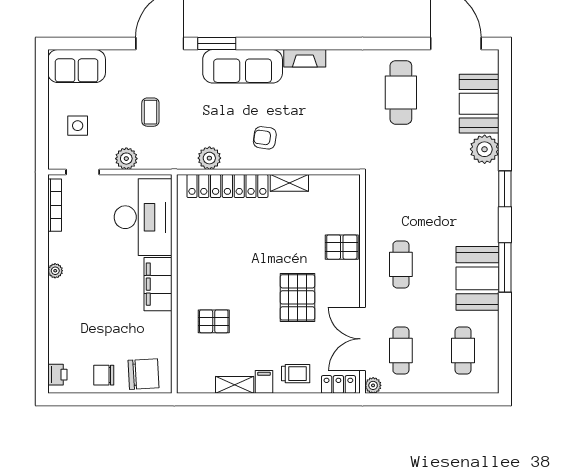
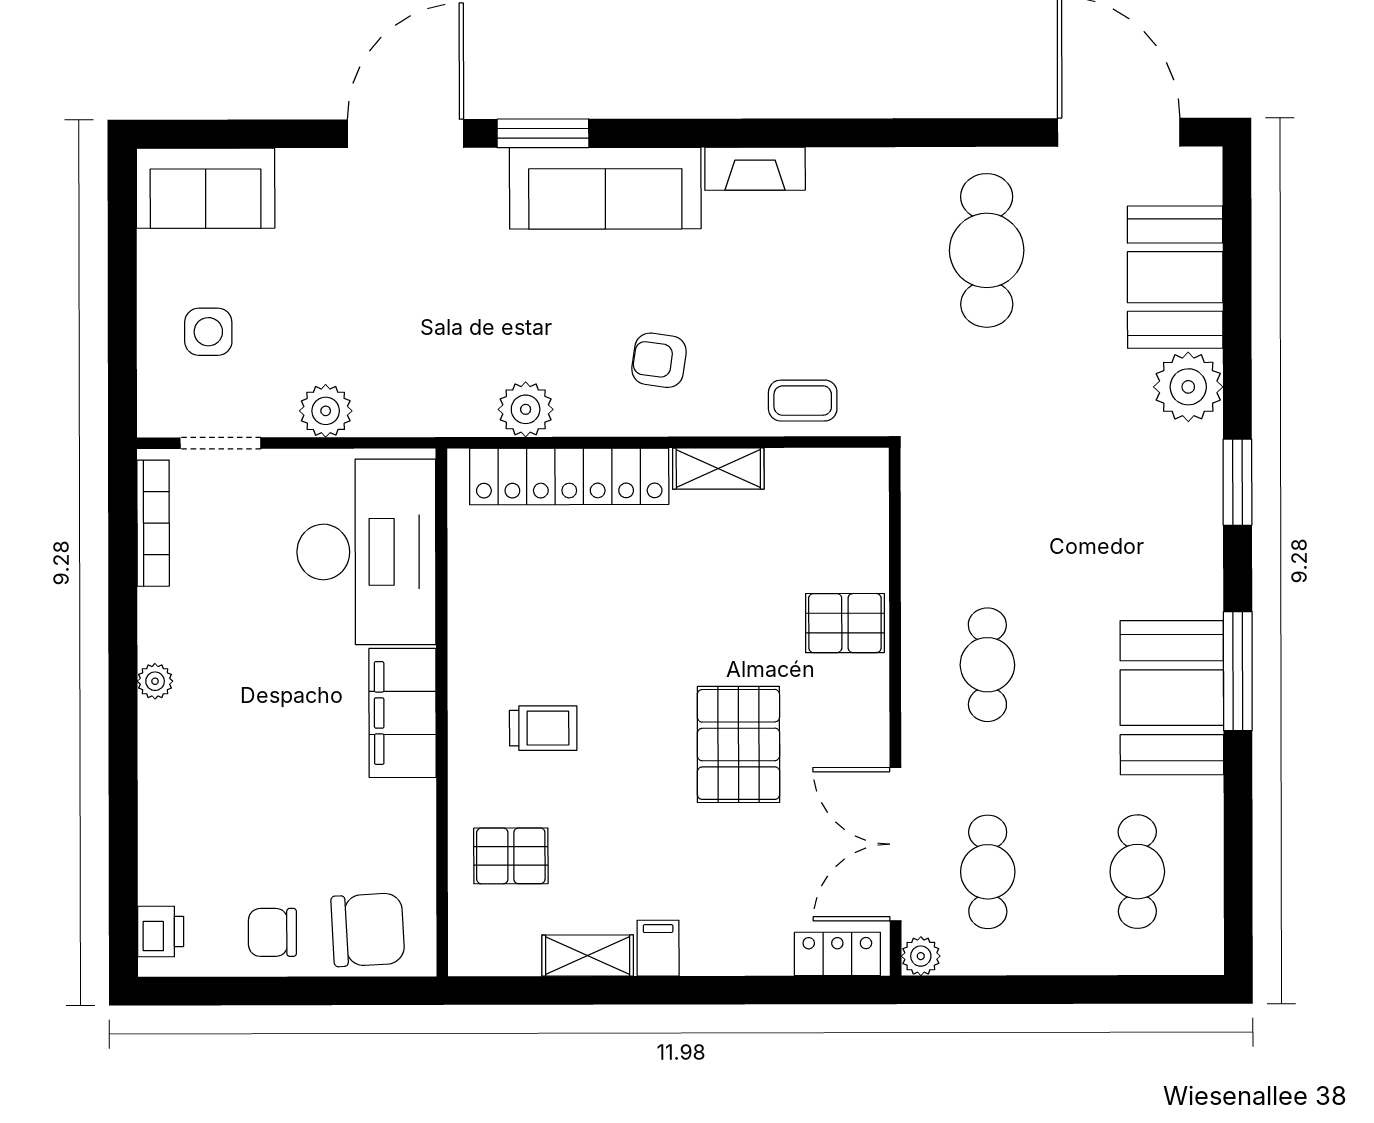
coffee table: (150, 112) -> (803, 401), moved, turned 90
pallet: (214, 321) -> (511, 856), moved
trolley: (296, 374) -> (543, 728), moved

